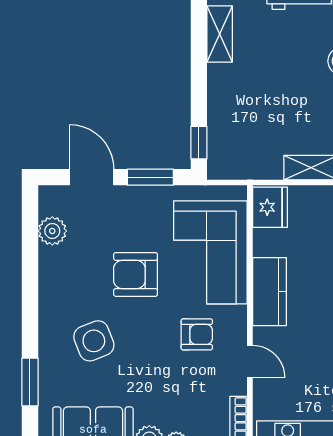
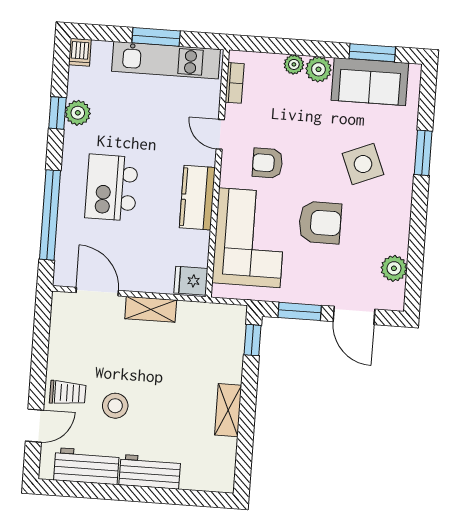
shelving: (220, 34) -> (228, 410), moved
fridge: (270, 207) -> (191, 281), width x0.72
window: (30, 382) -> (423, 153), moved

